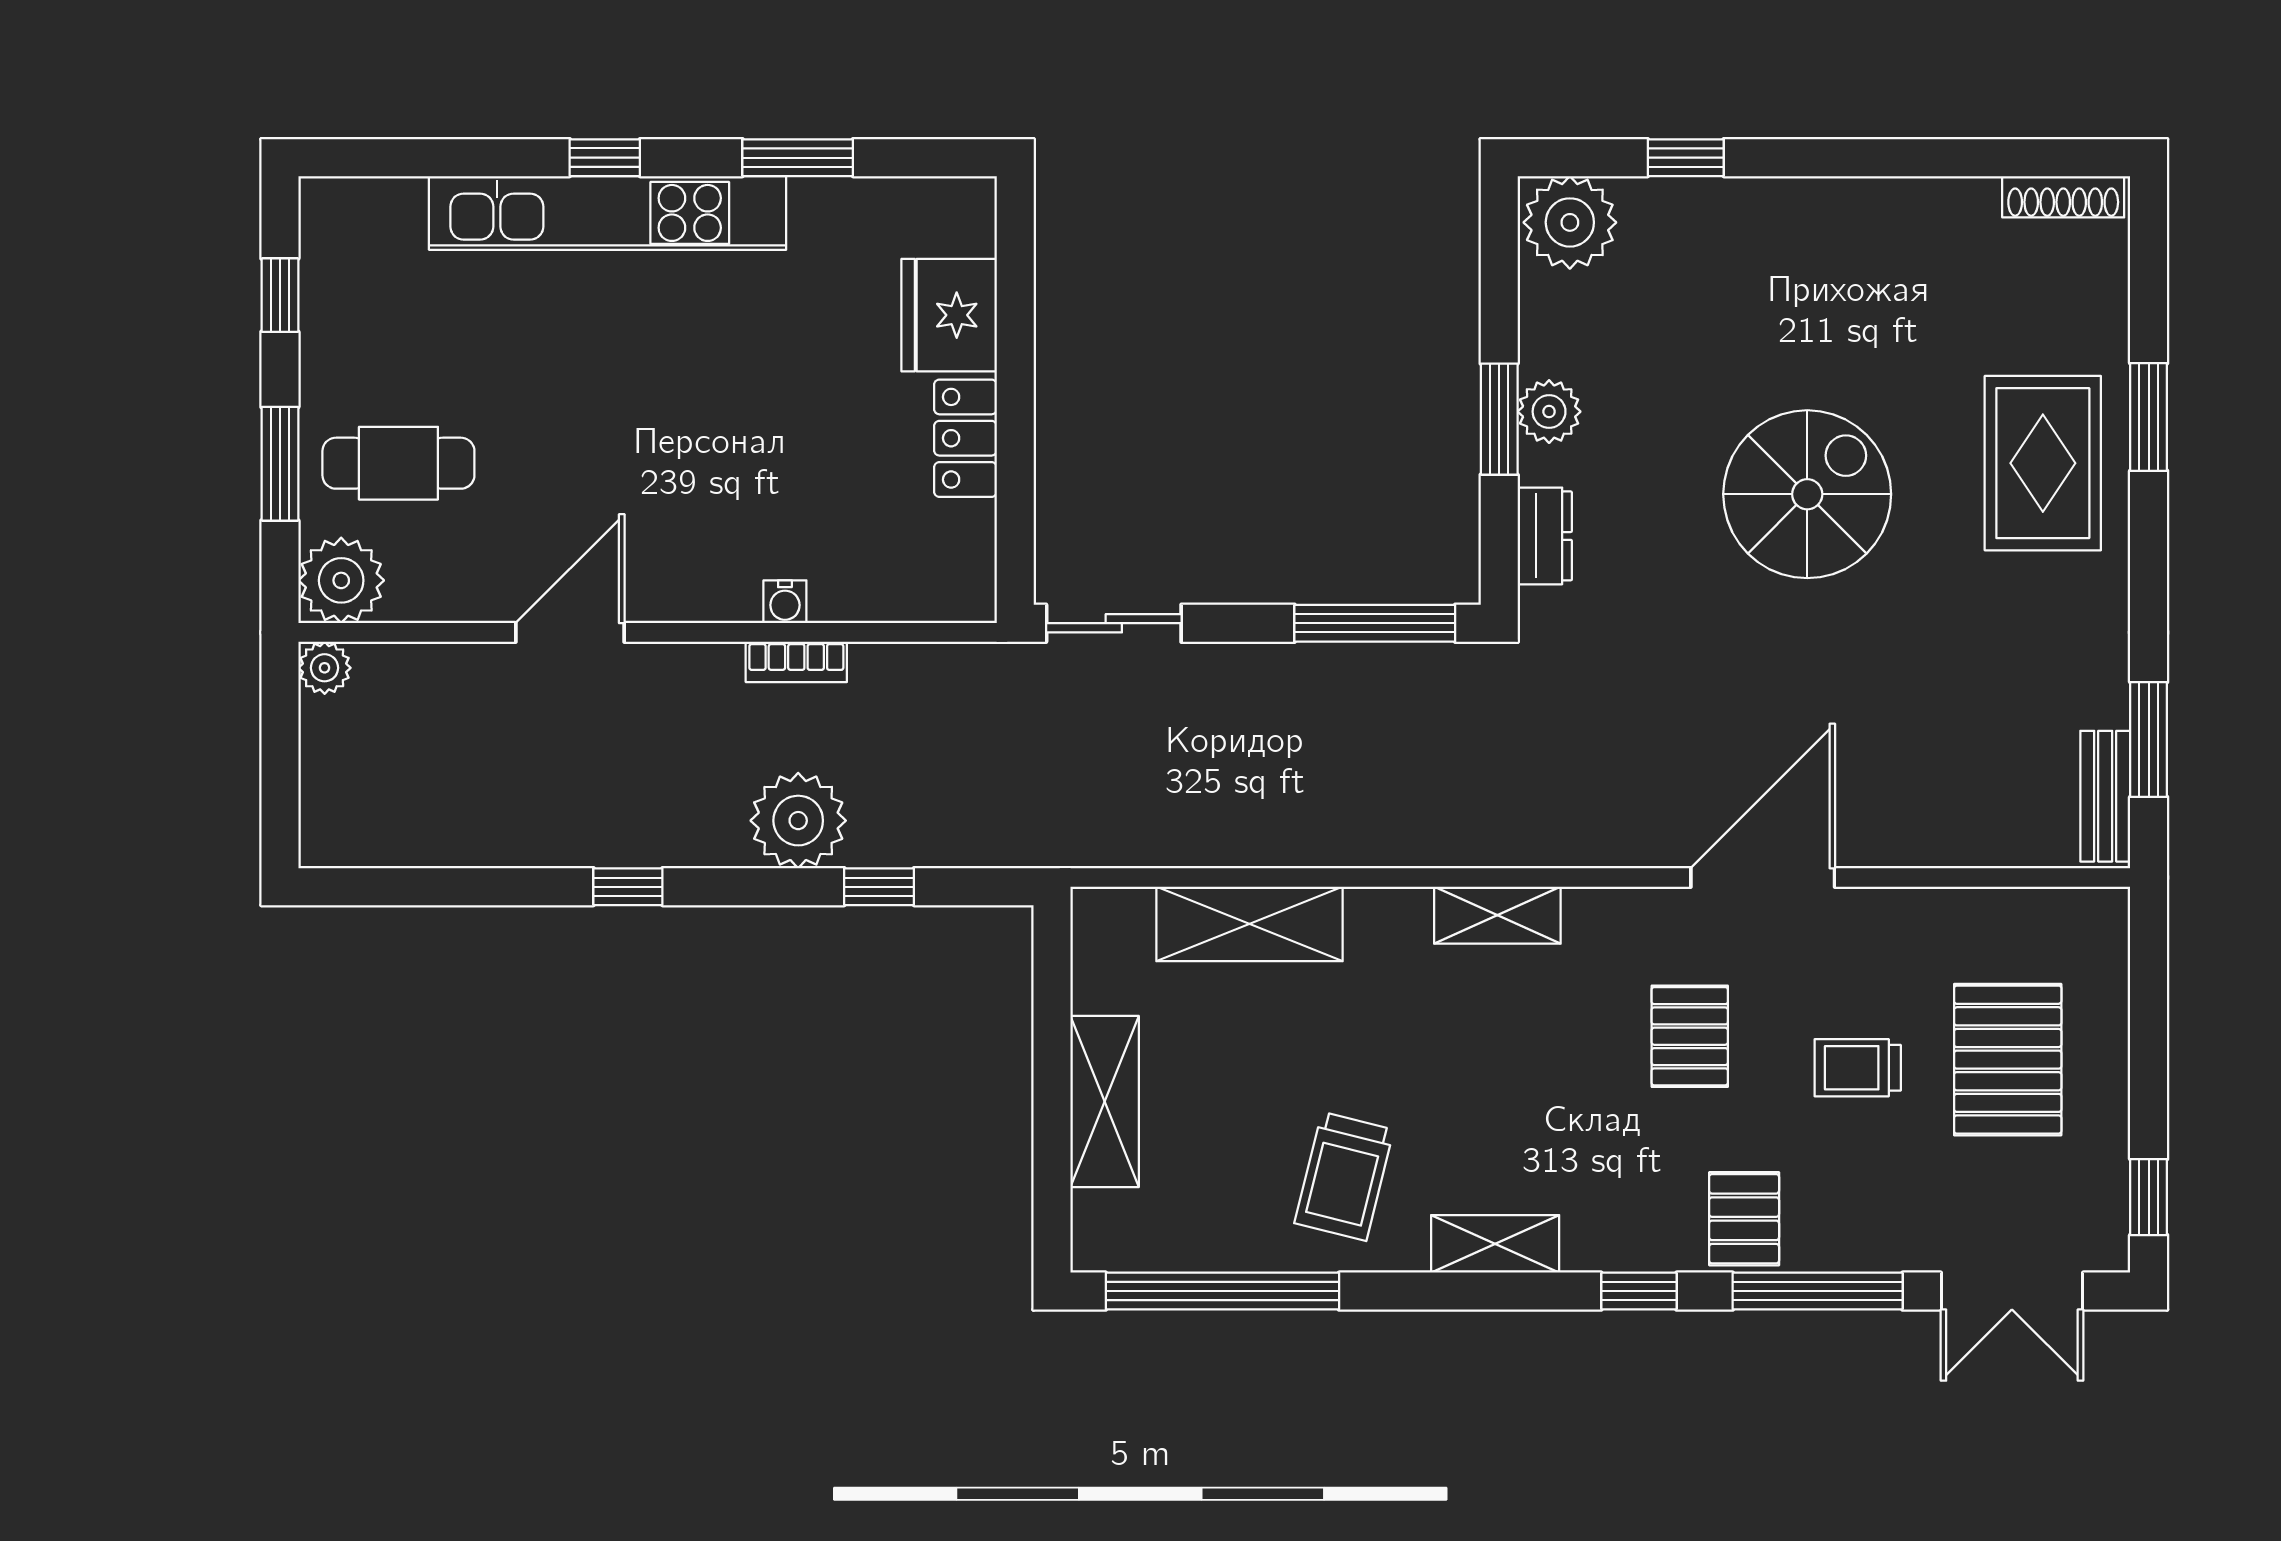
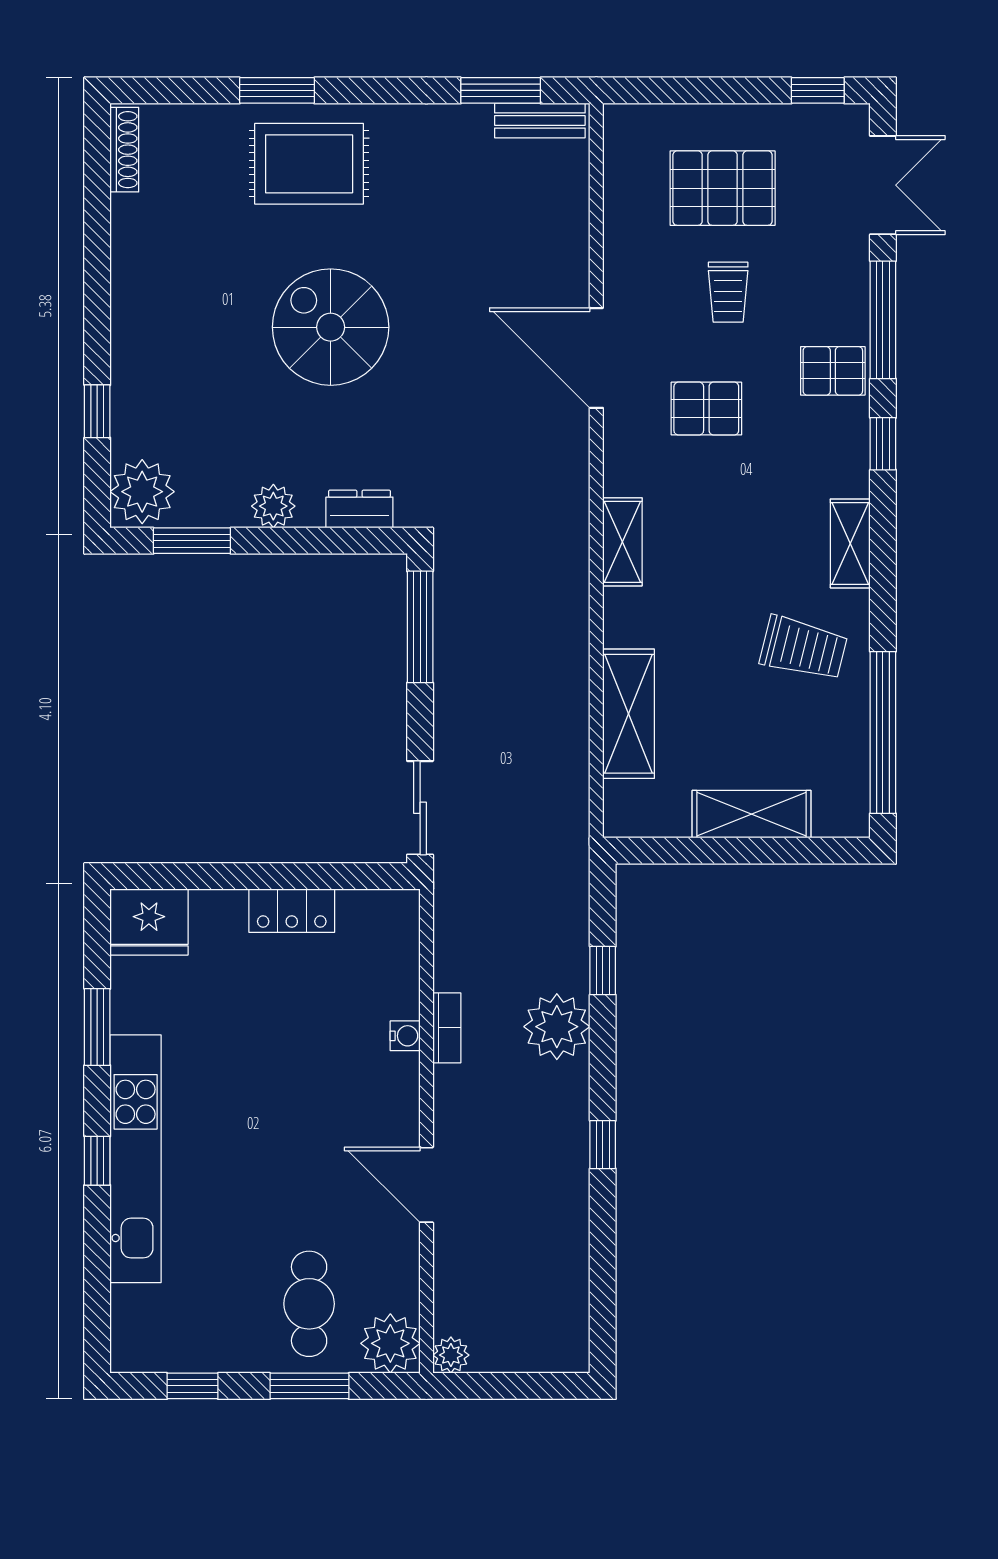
fridge: (949, 315) -> (149, 922), moved
window: (1499, 419) -> (192, 541), moved

